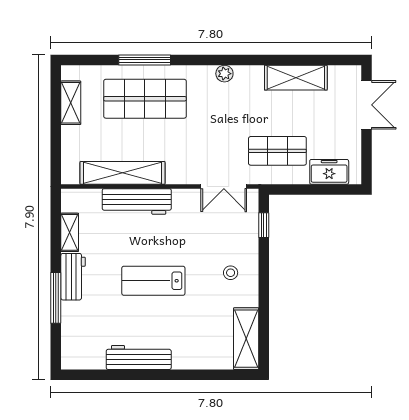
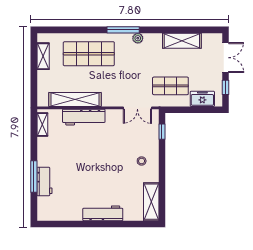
window: (145, 60) -> (123, 30), moved
window: (367, 153) -> (225, 87), added
shelving: (70, 232) -> (42, 124), moved
workbench: (73, 277) -> (45, 182), moved
lab bench: (153, 281) -> (94, 166), removed
workbench: (139, 357) -> (103, 213), moved

